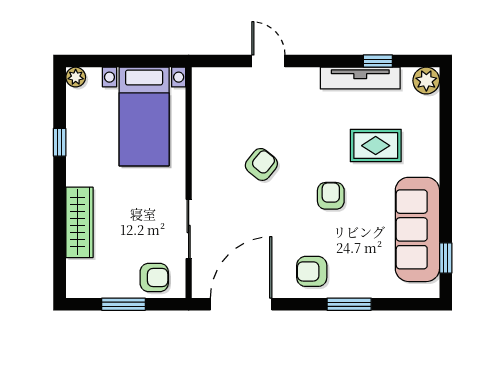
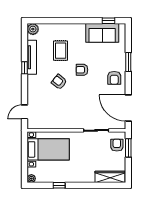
door: (268, 61) -> (25, 112), moved
window: (378, 61) -> (25, 68), moved
armchair: (261, 164) -> (59, 82), moved
wardrobe: (79, 222) -> (110, 177), moved
sofa: (417, 229) -> (102, 33), width x0.73
window: (123, 304) -> (128, 148), moved

